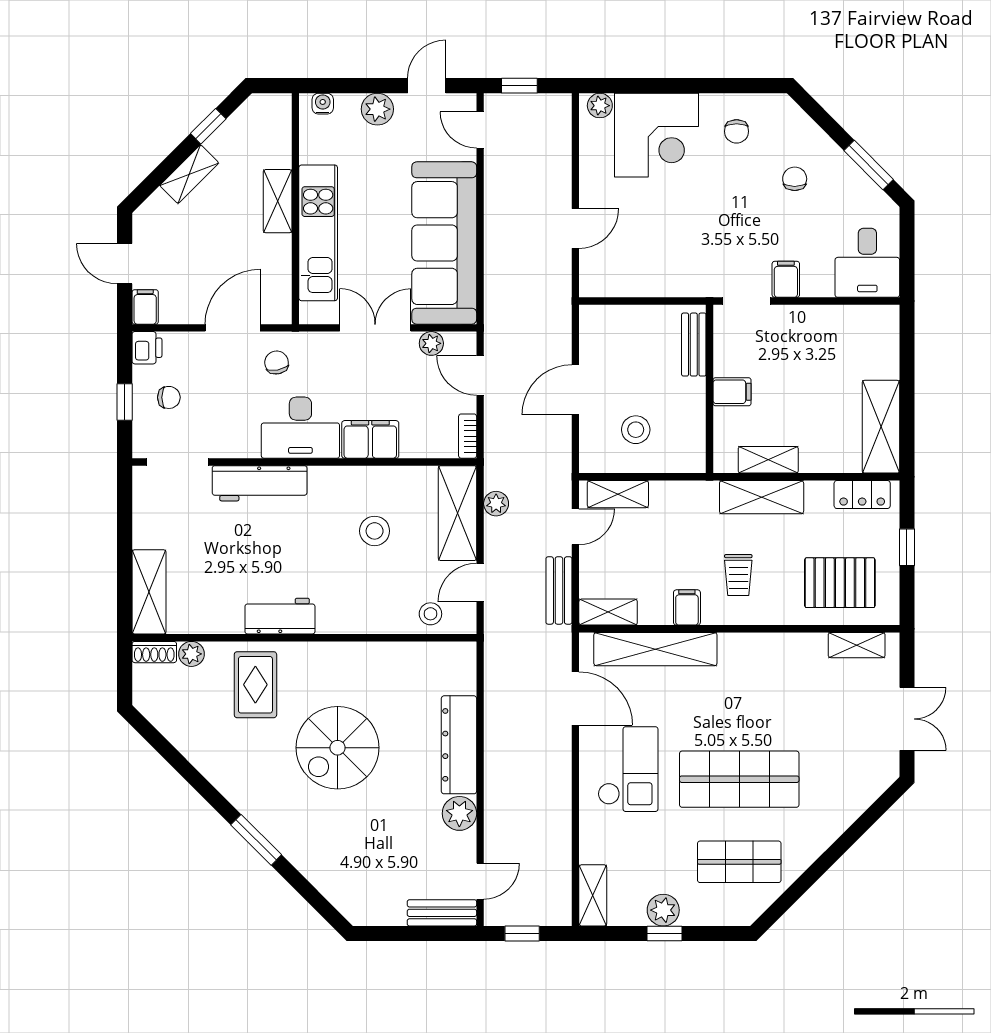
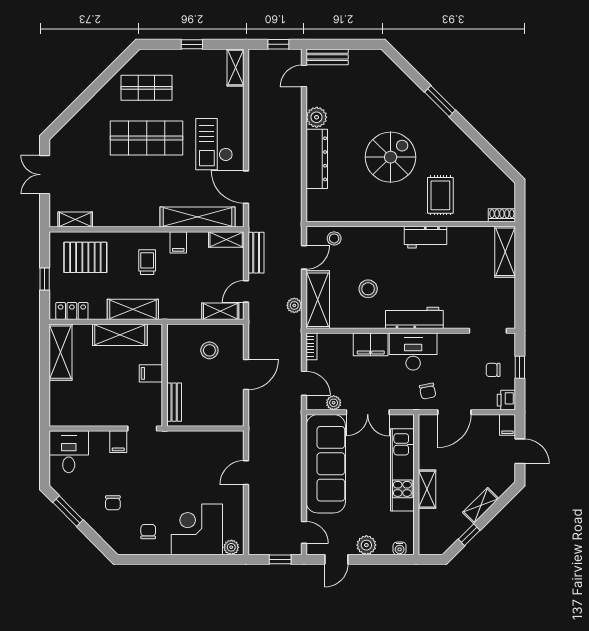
shelving: (768, 460) -> (120, 335), width x1.50, depth x1.33
workbench: (260, 483) -> (414, 318), moved
plant: (191, 654) -> (479, 214), removed
plant: (663, 910) -> (193, 58), removed

